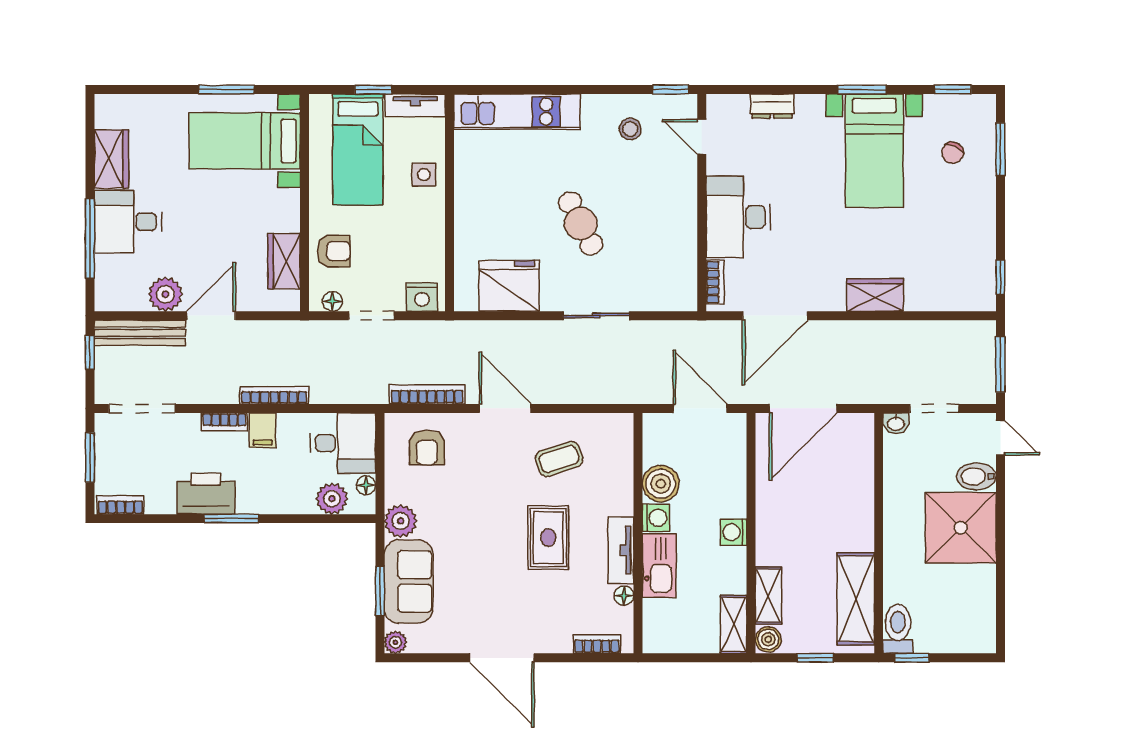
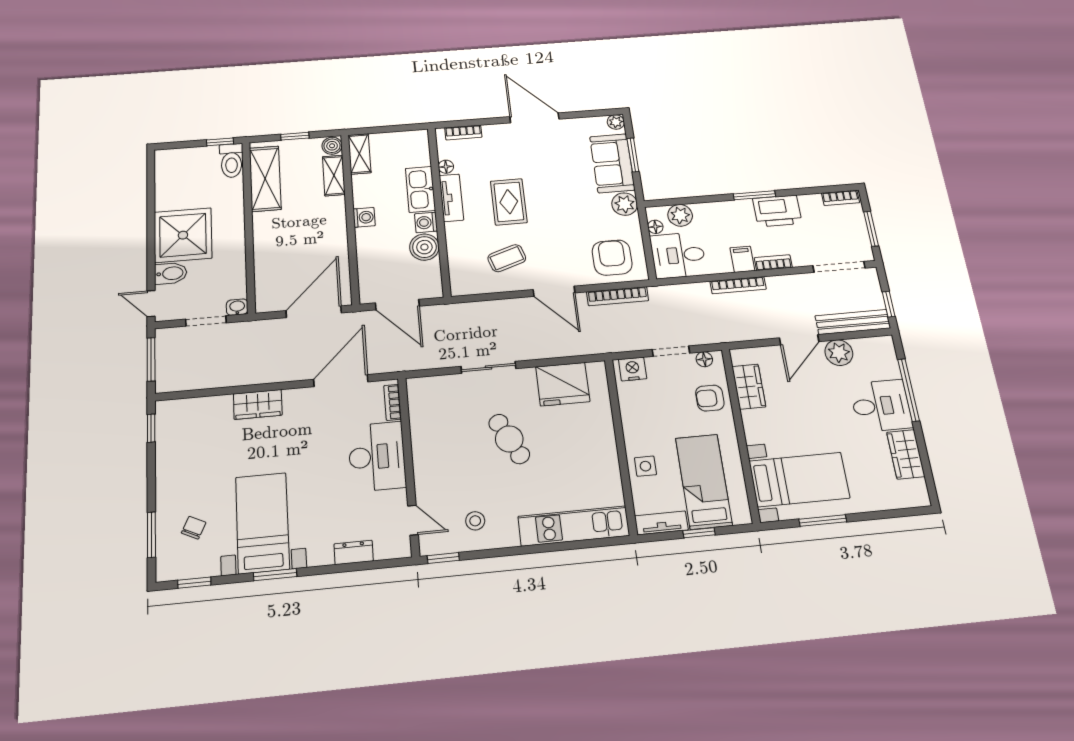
armchair: (427, 447) -> (612, 258), width x1.38, depth x1.38

